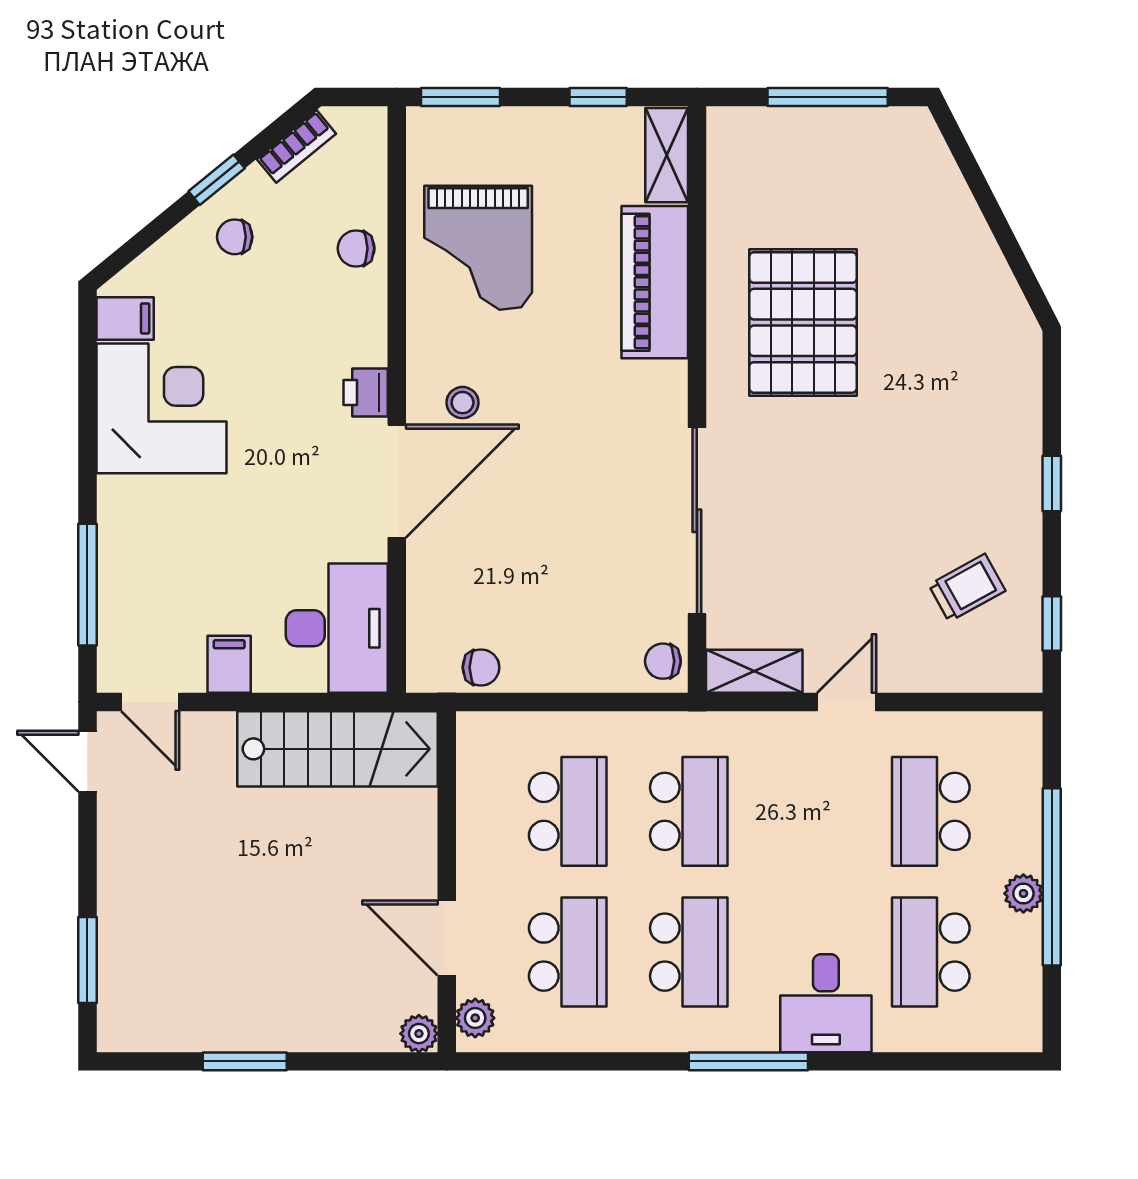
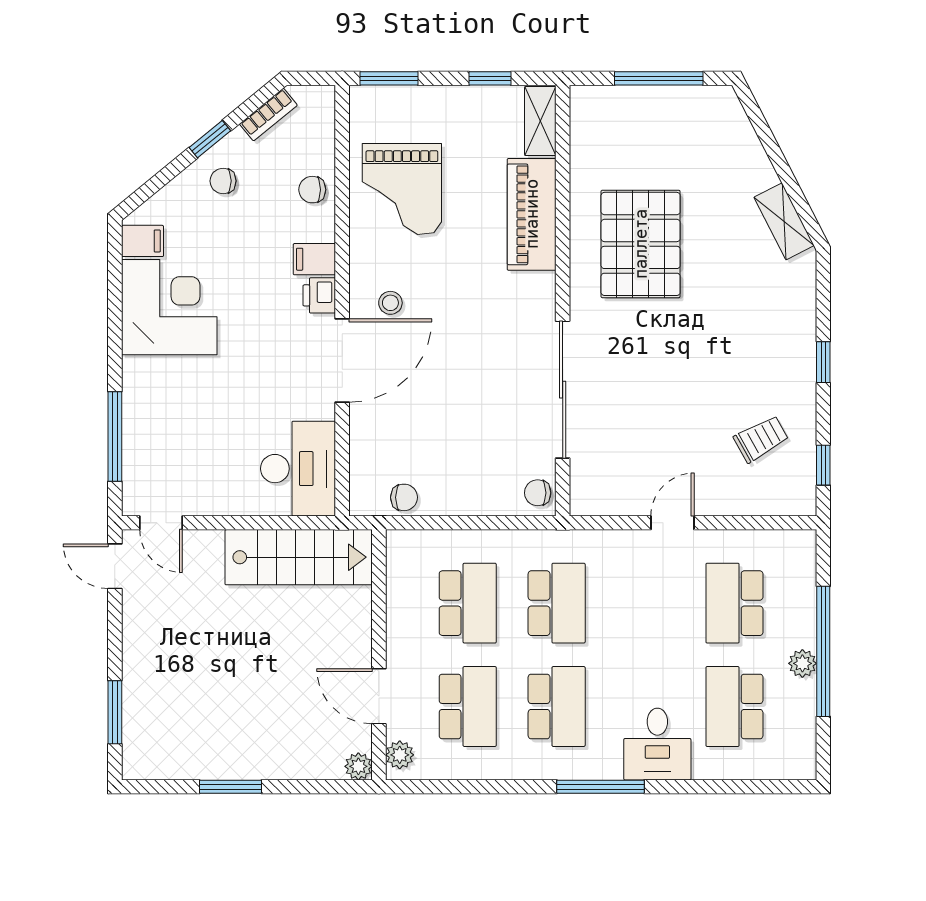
filing cabinet: (229, 664) -> (314, 259), moved, turned -90
shelving: (754, 671) -> (784, 221), moved, turned 63

